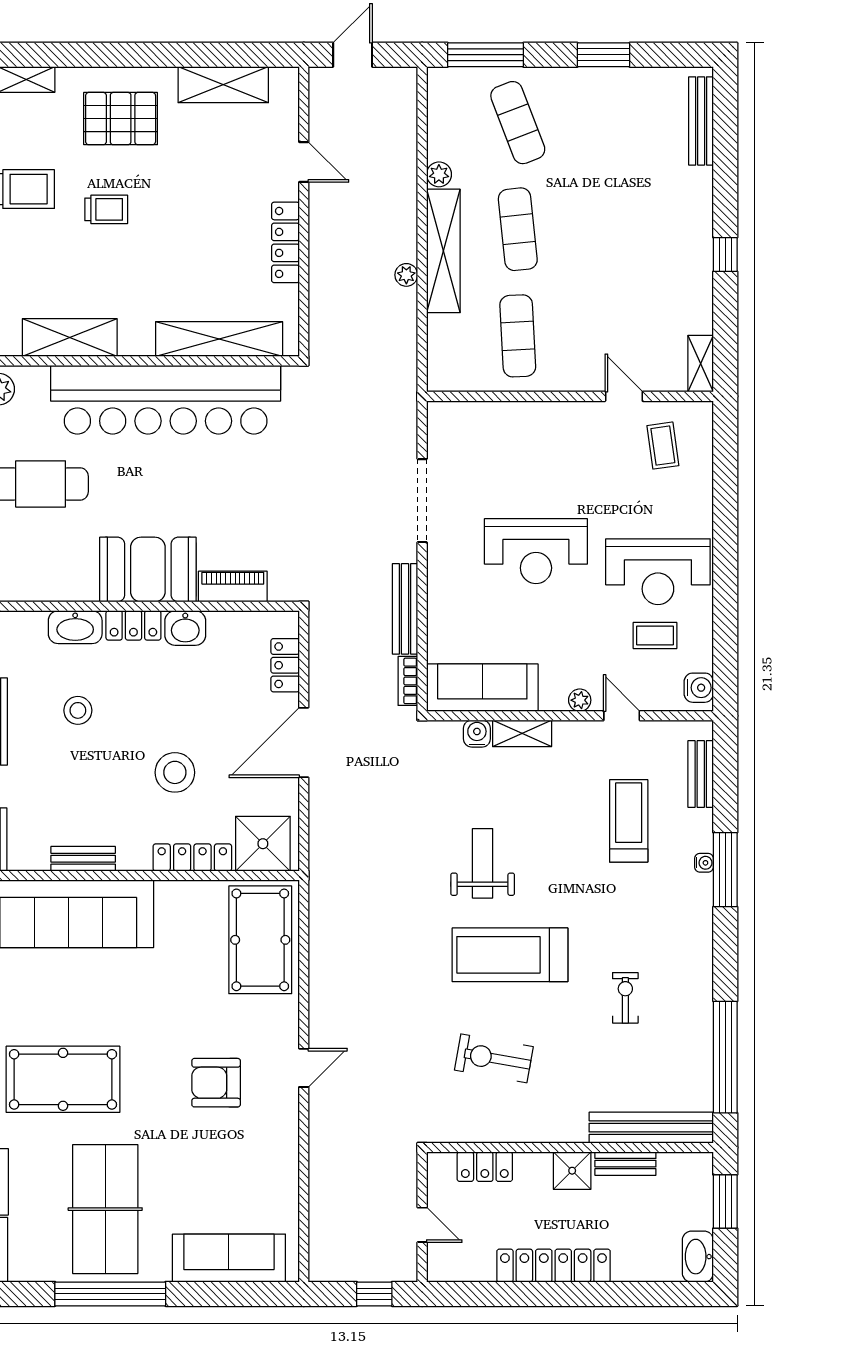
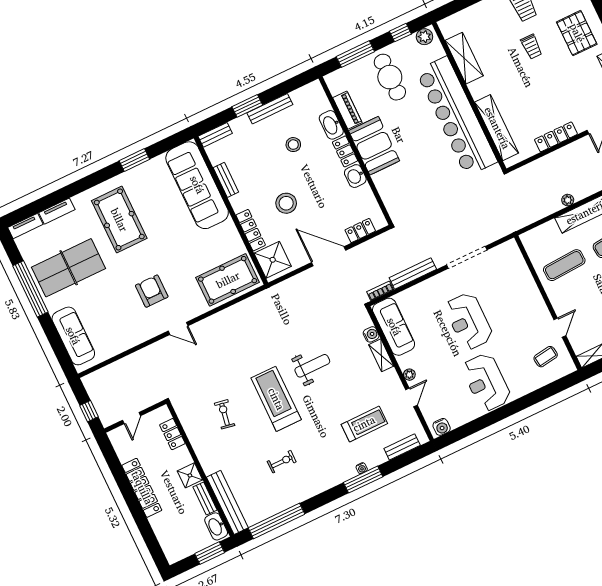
piano: (233, 587) -> (347, 110), moved
coffee table: (655, 635) -> (456, 395), removed
exercise bike: (494, 1058) -> (225, 414), width x0.73, depth x0.72
washbasin: (698, 1257) -> (216, 526), moved, turned -90

